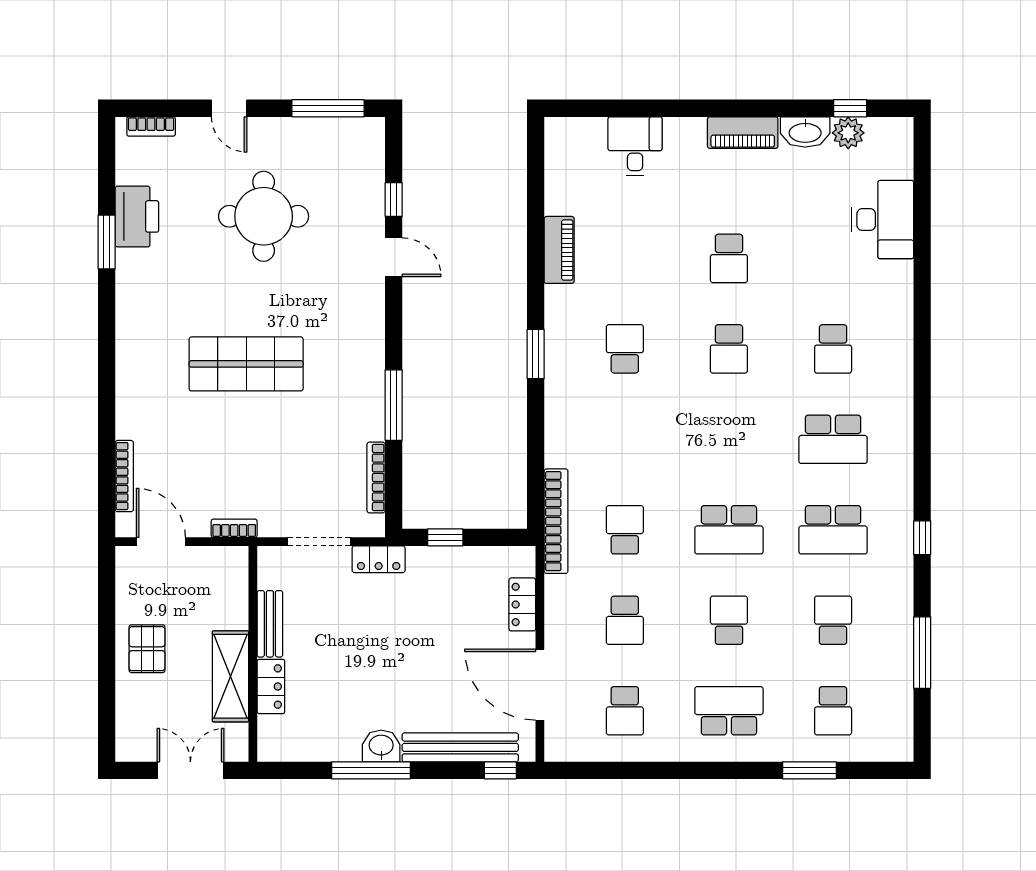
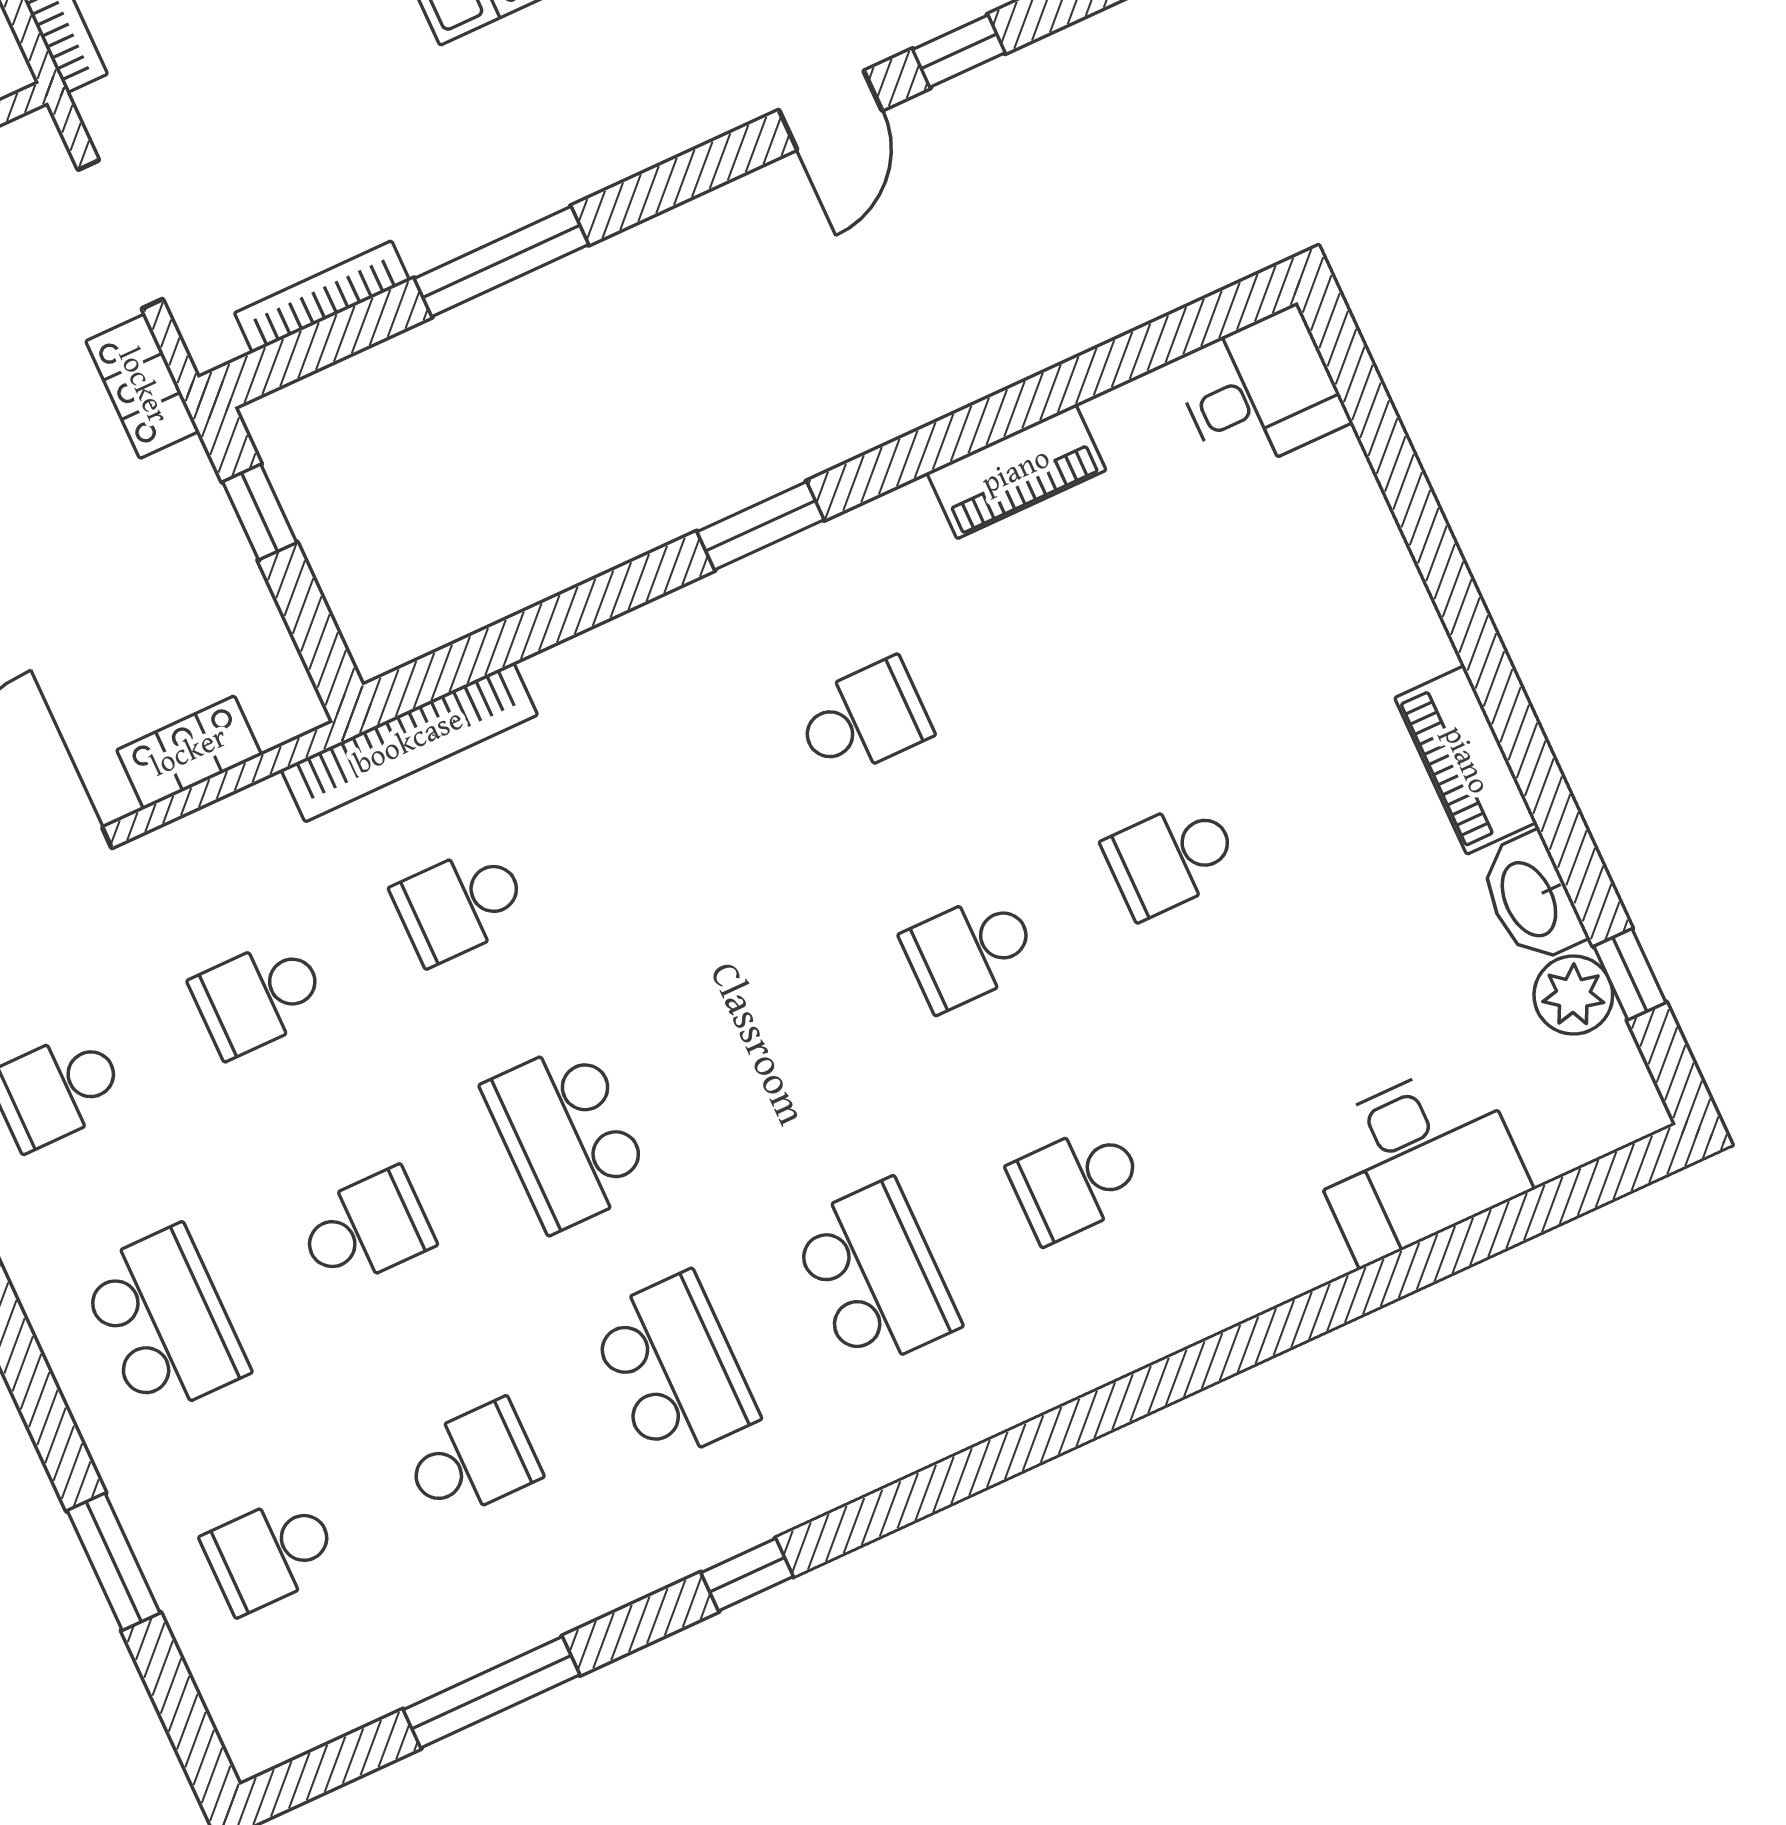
desk: (635, 146) -> (1260, 392), moved
school desk: (833, 439) -> (875, 1275), turned 180
school desk: (625, 530) -> (460, 904), turned 180
school desk: (833, 530) -> (674, 1368), turned 180

